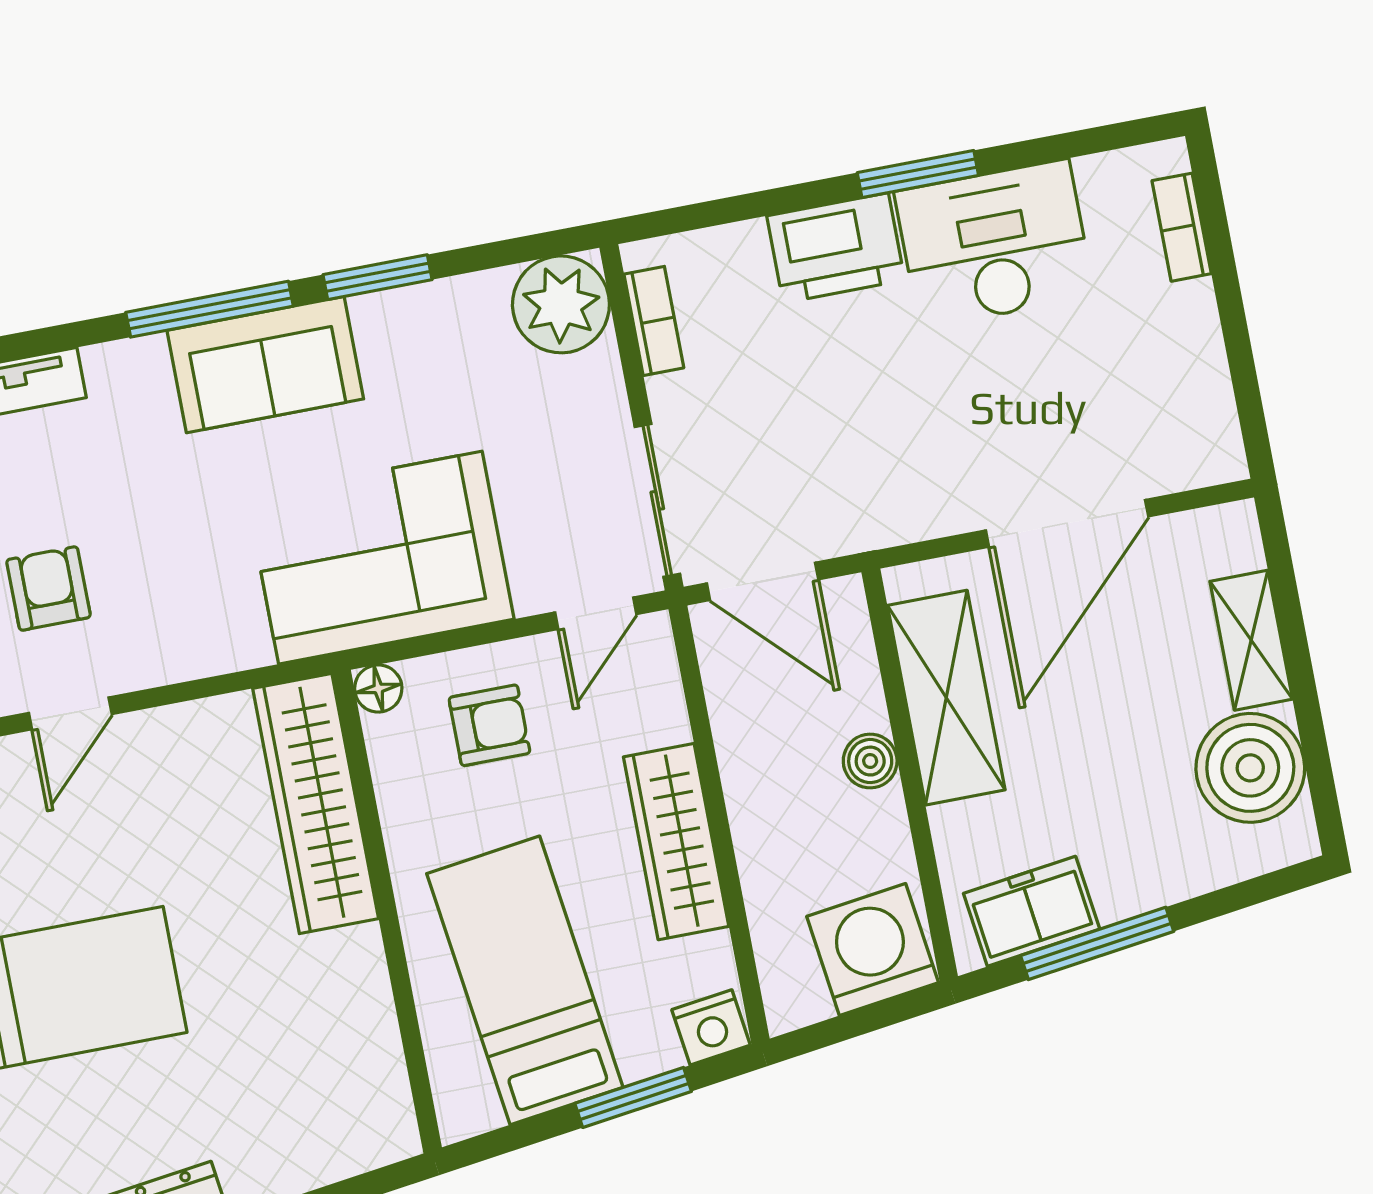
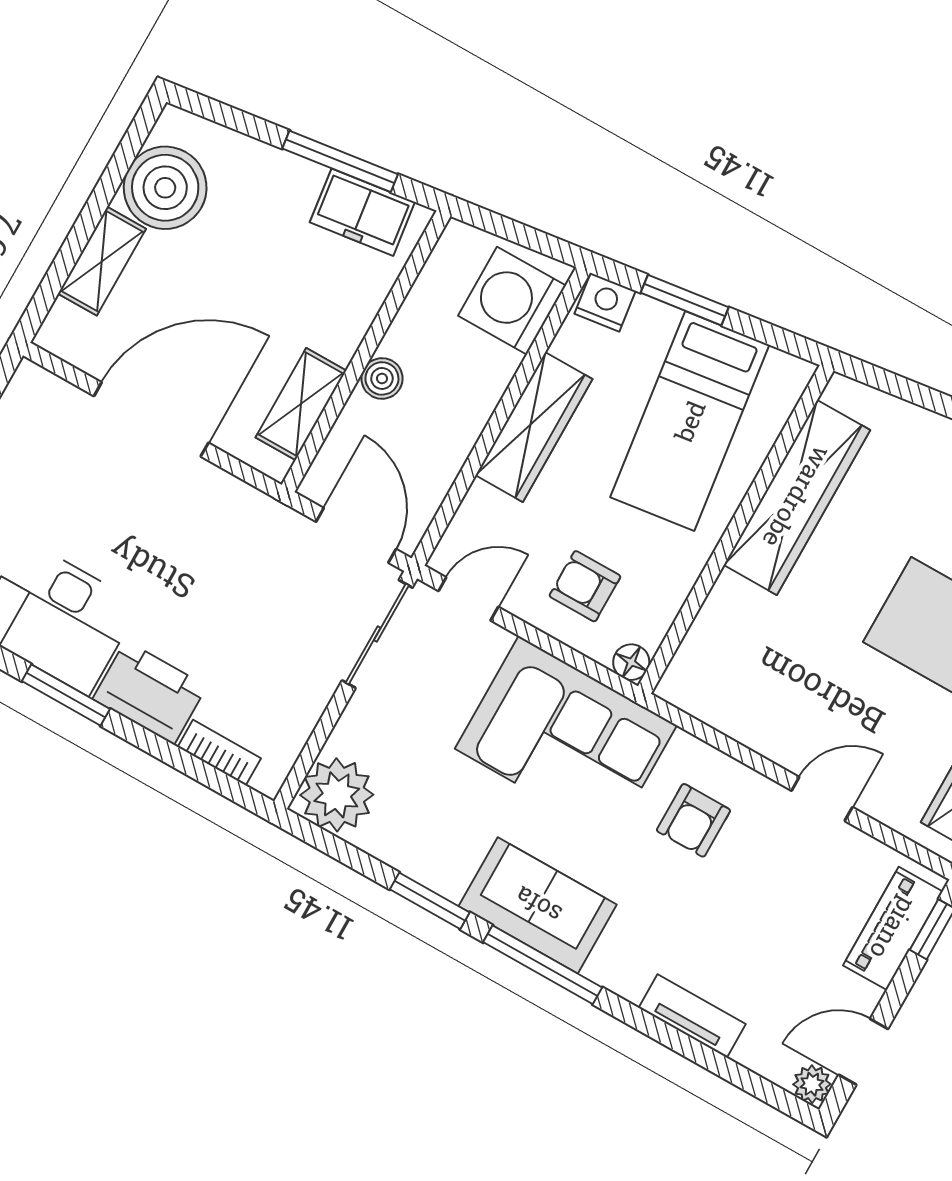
bookcase: (654, 321) -> (219, 753), moved, turned 90
armchair: (49, 589) -> (693, 820), moved
shelving: (946, 698) -> (301, 404), width x0.67, depth x0.75
wardrobe: (316, 804) -> (797, 497), moved
washing machine: (873, 950) -> (512, 301), moved, turned 98

